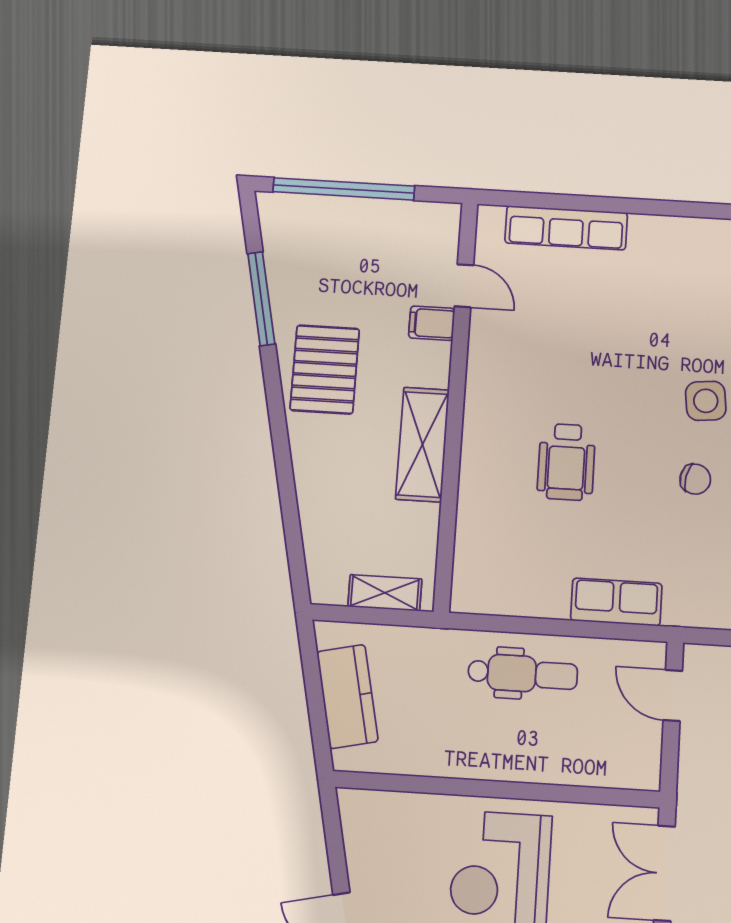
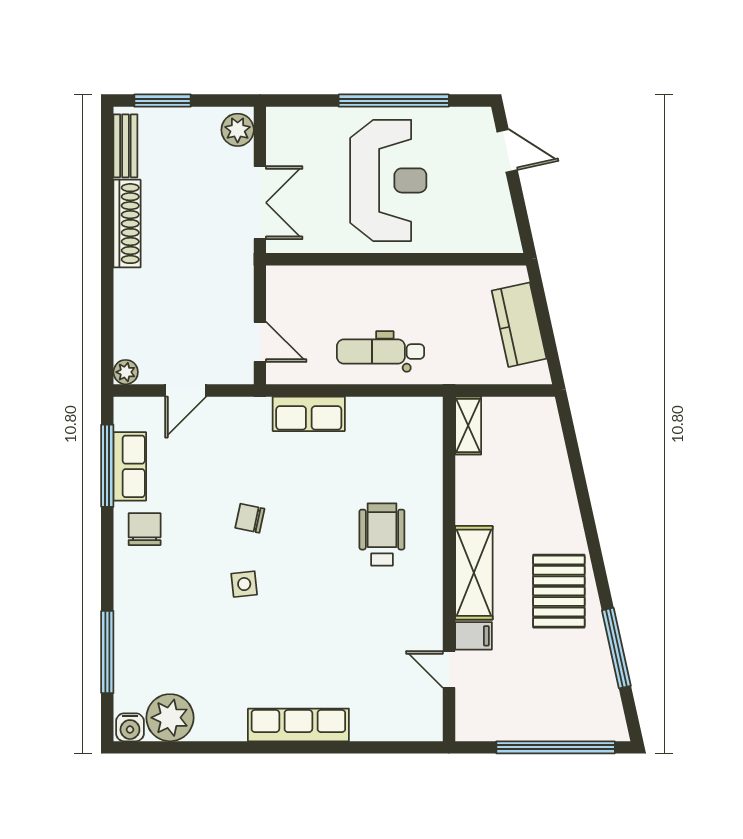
row of seats: (566, 228) -> (298, 725), moved
side table: (706, 401) -> (244, 584), width x0.73, depth x0.73
shelving: (422, 444) -> (474, 573), moved
wheelchair: (566, 462) -> (382, 535), moved
shelving: (385, 593) -> (468, 425), moved, turned 90

